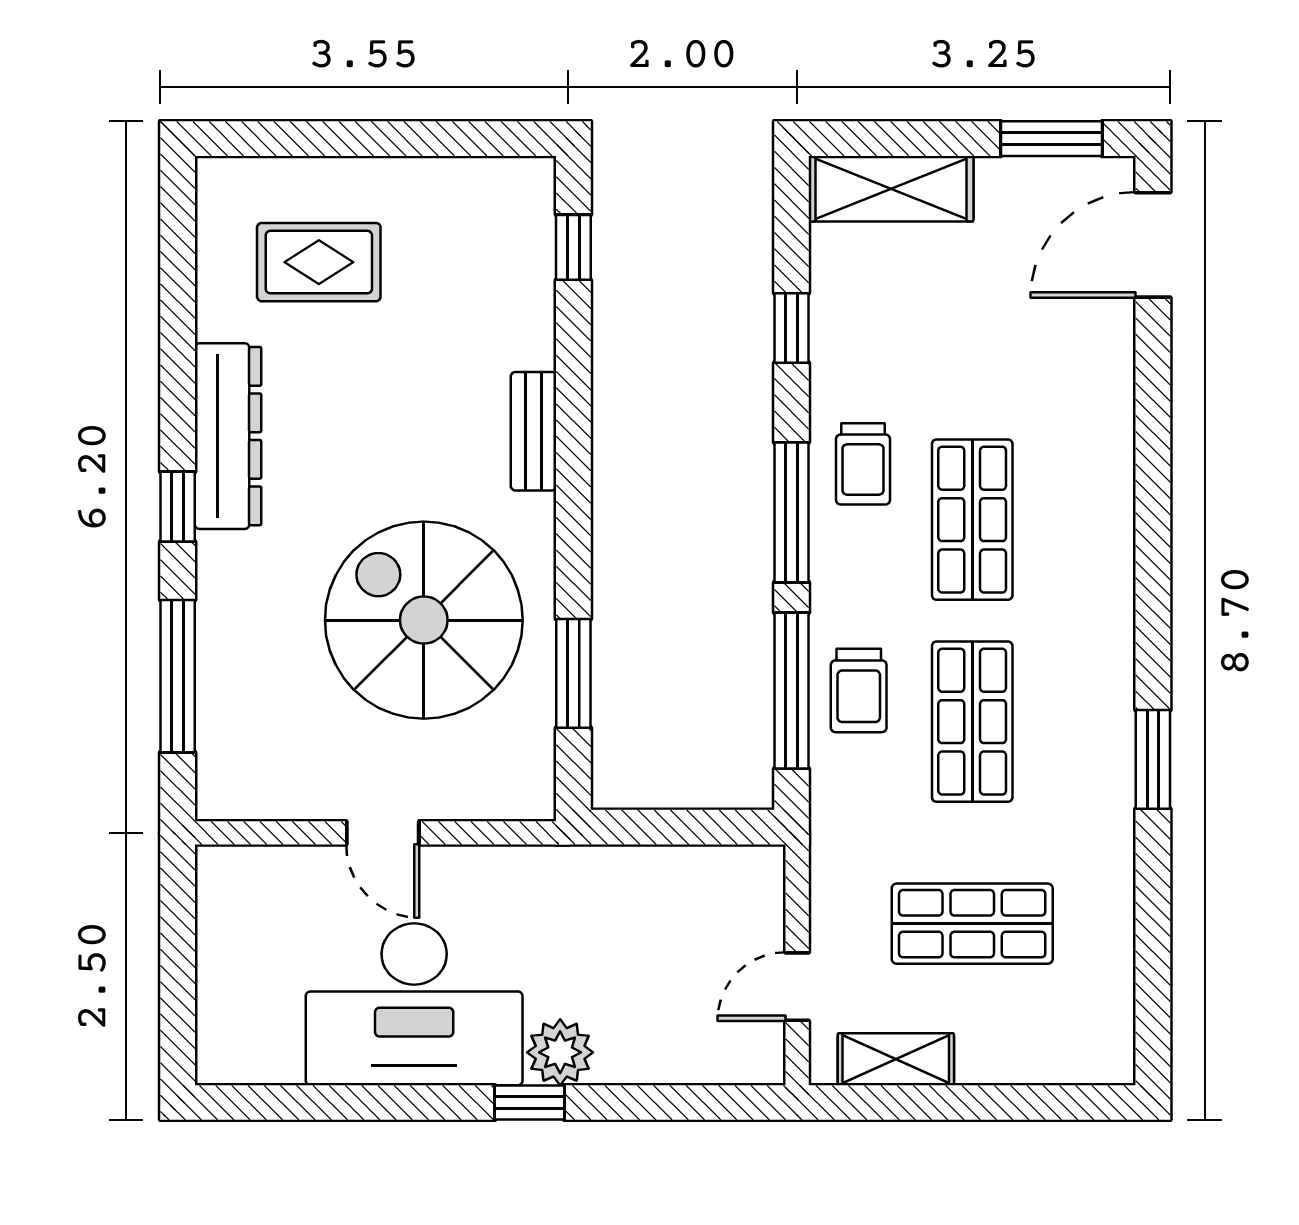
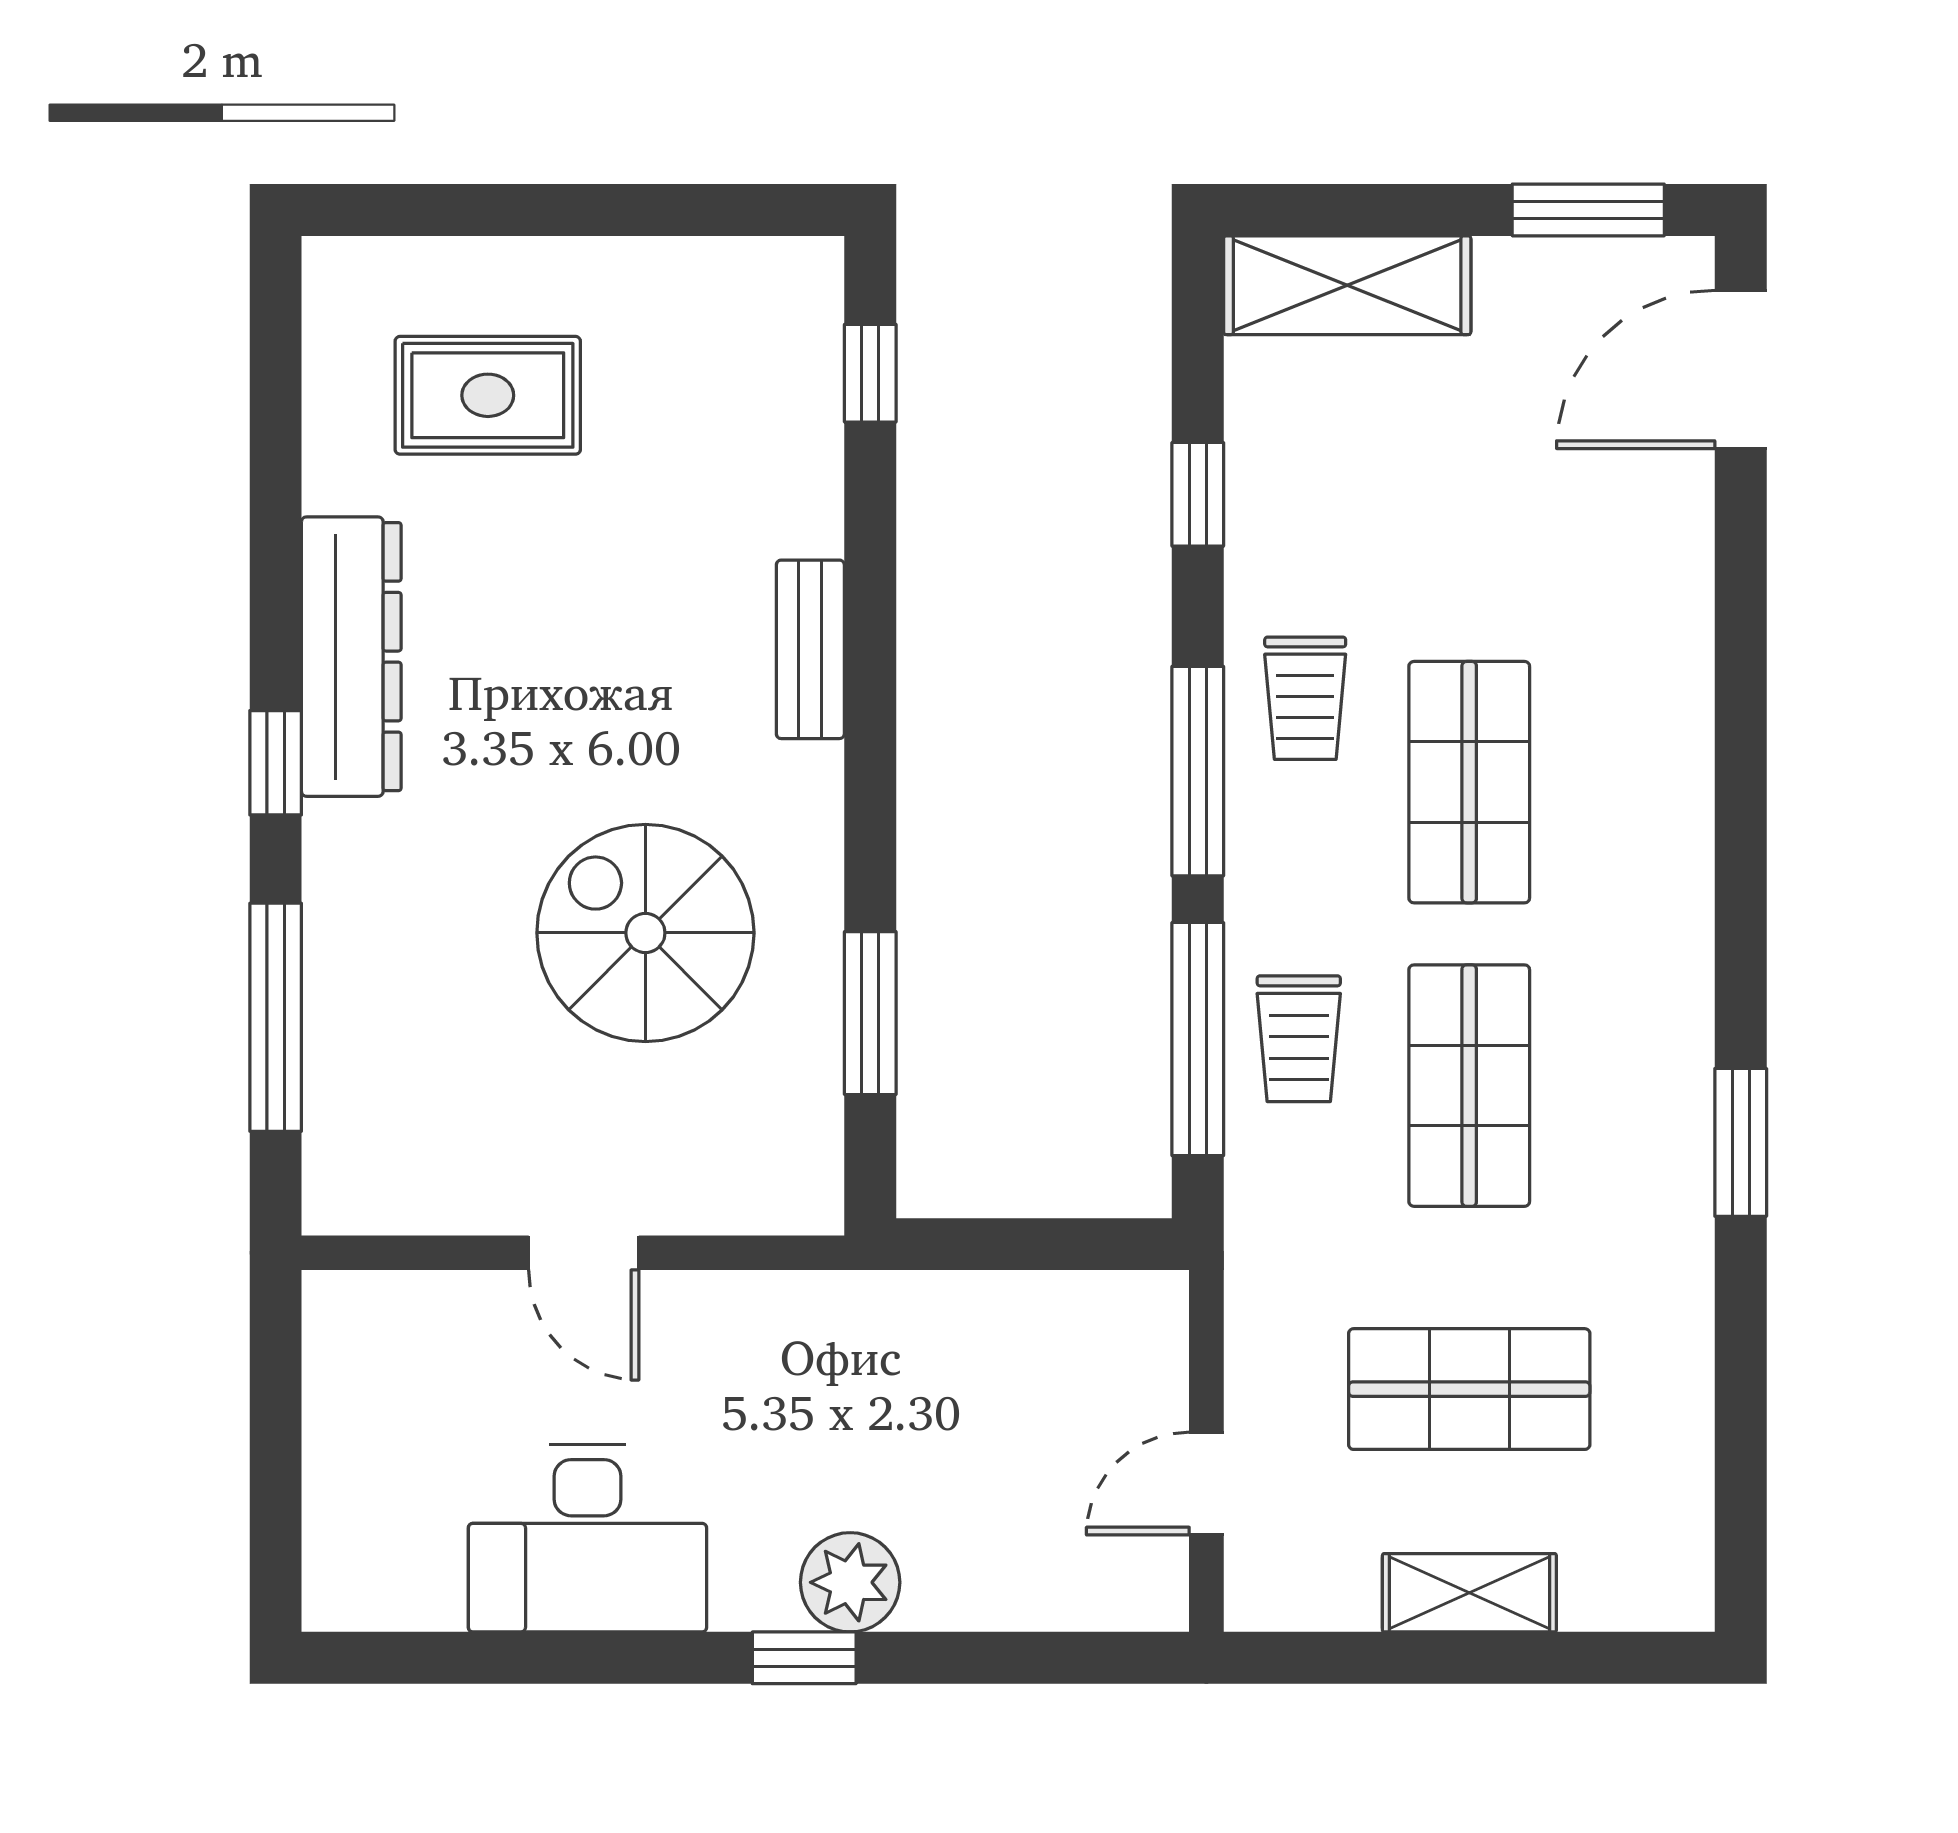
spiral stairs: (424, 620) -> (645, 933), width x0.73, depth x0.73
desk: (414, 1004) -> (588, 1538), width x0.73, depth x0.77
shelving: (896, 1059) -> (1469, 1593), moved

